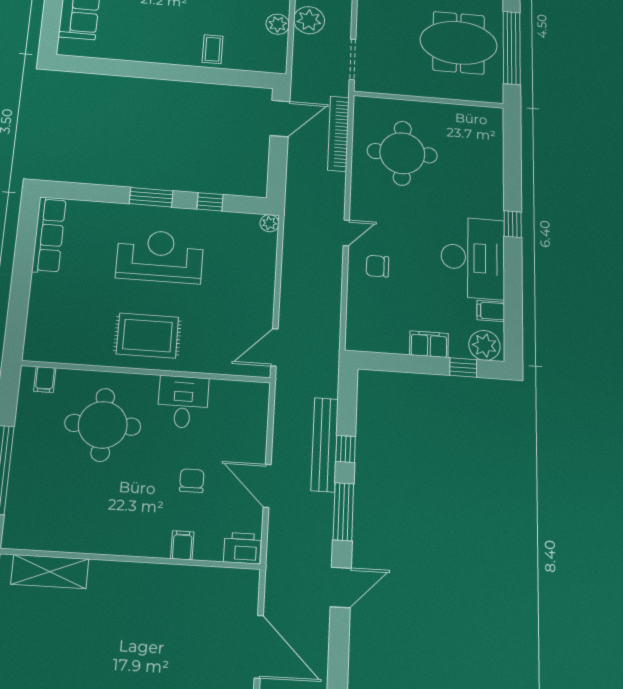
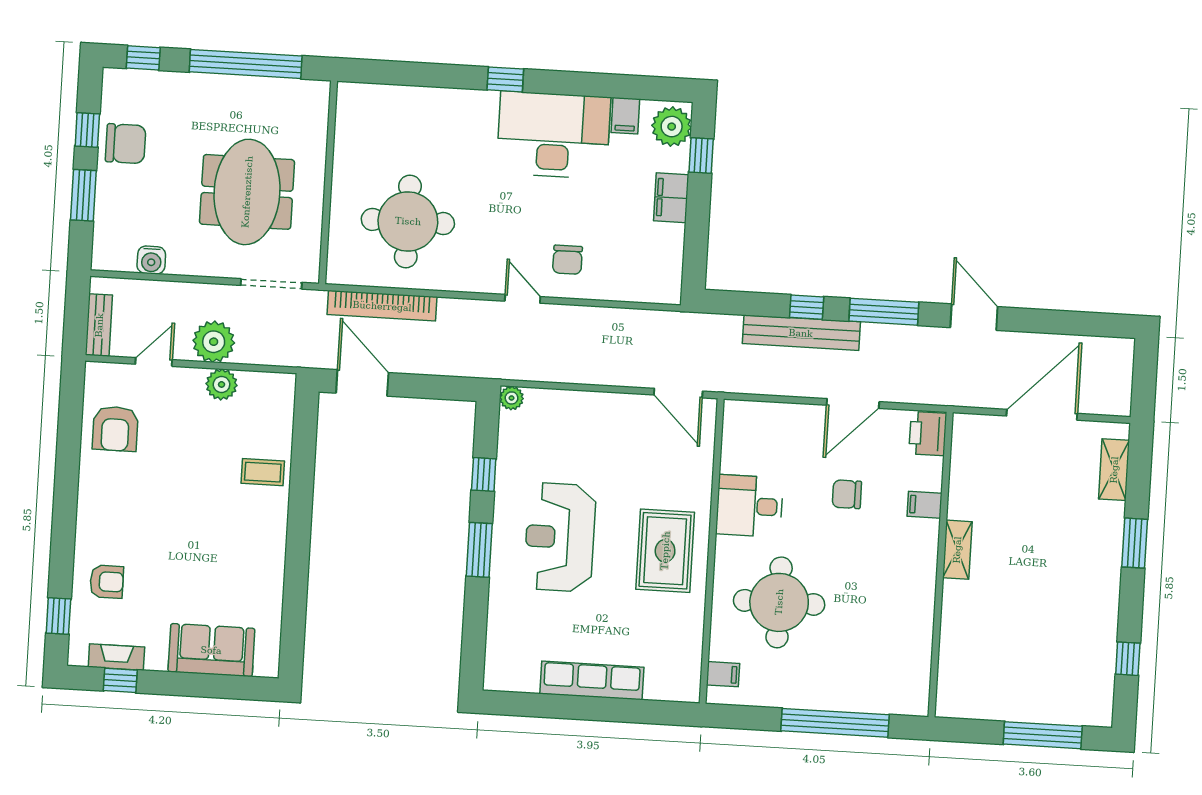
meeting table: (459, 43) -> (247, 192), moved
row of seats: (49, 235) -> (592, 680), moved
shelving: (50, 572) -> (957, 550), moved, width x0.67, depth x0.75

